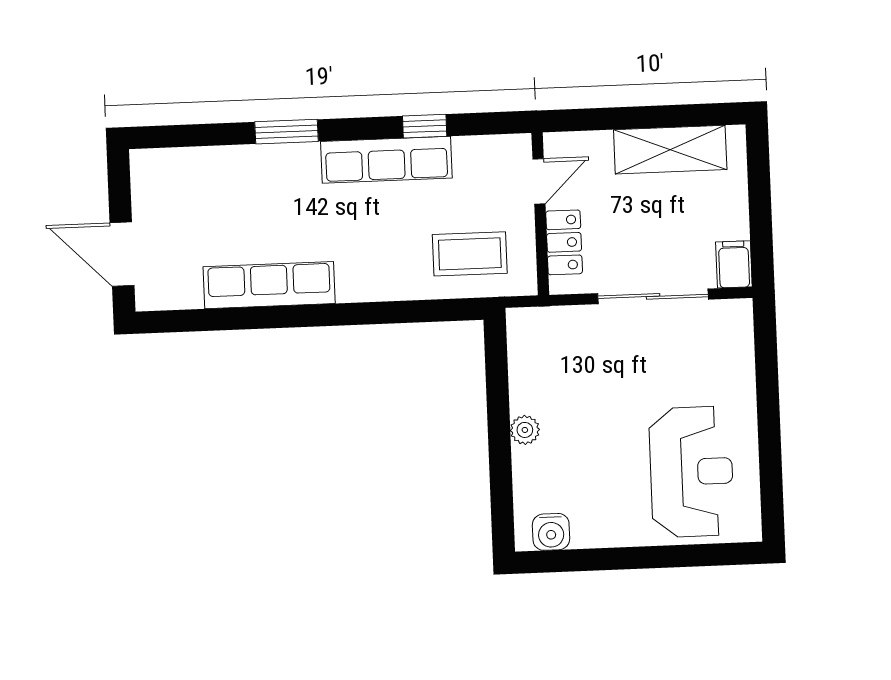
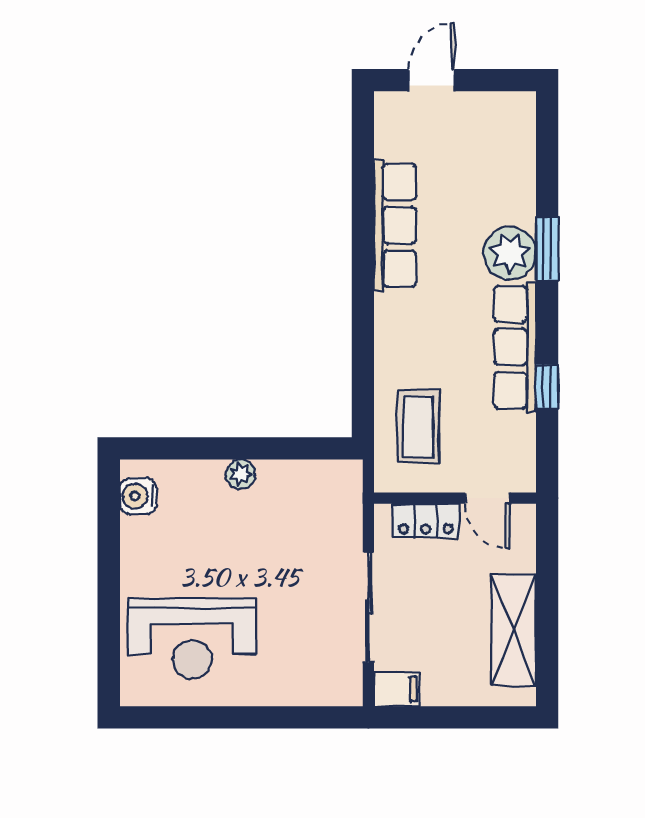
plant: (292, 169) -> (510, 253), added
door: (122, 254) -> (432, 80), width x0.73

